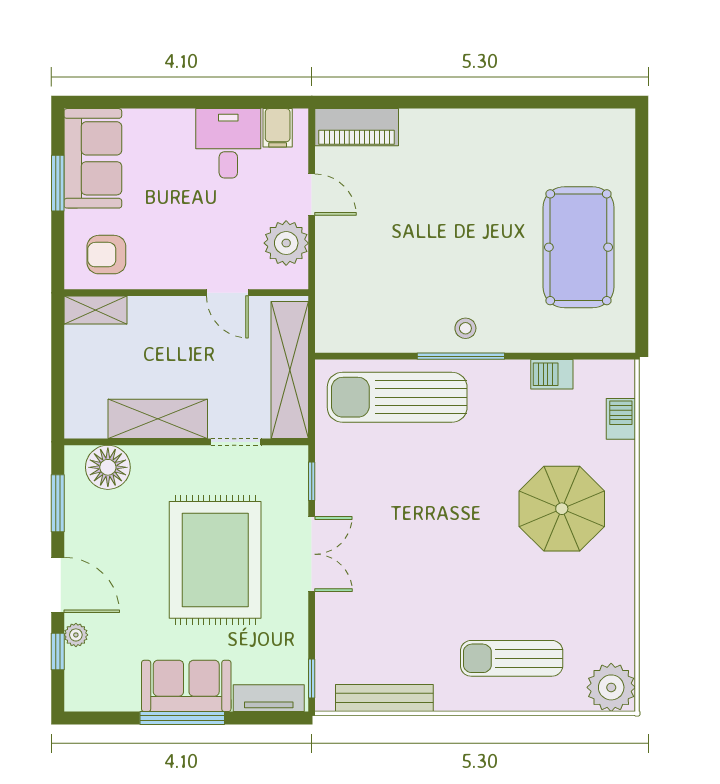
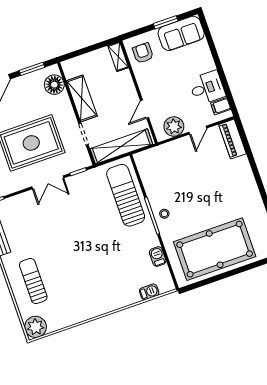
pool table: (578, 247) -> (215, 249), width x1.36, depth x1.32
parasol: (562, 509) -> (103, 280), removed

